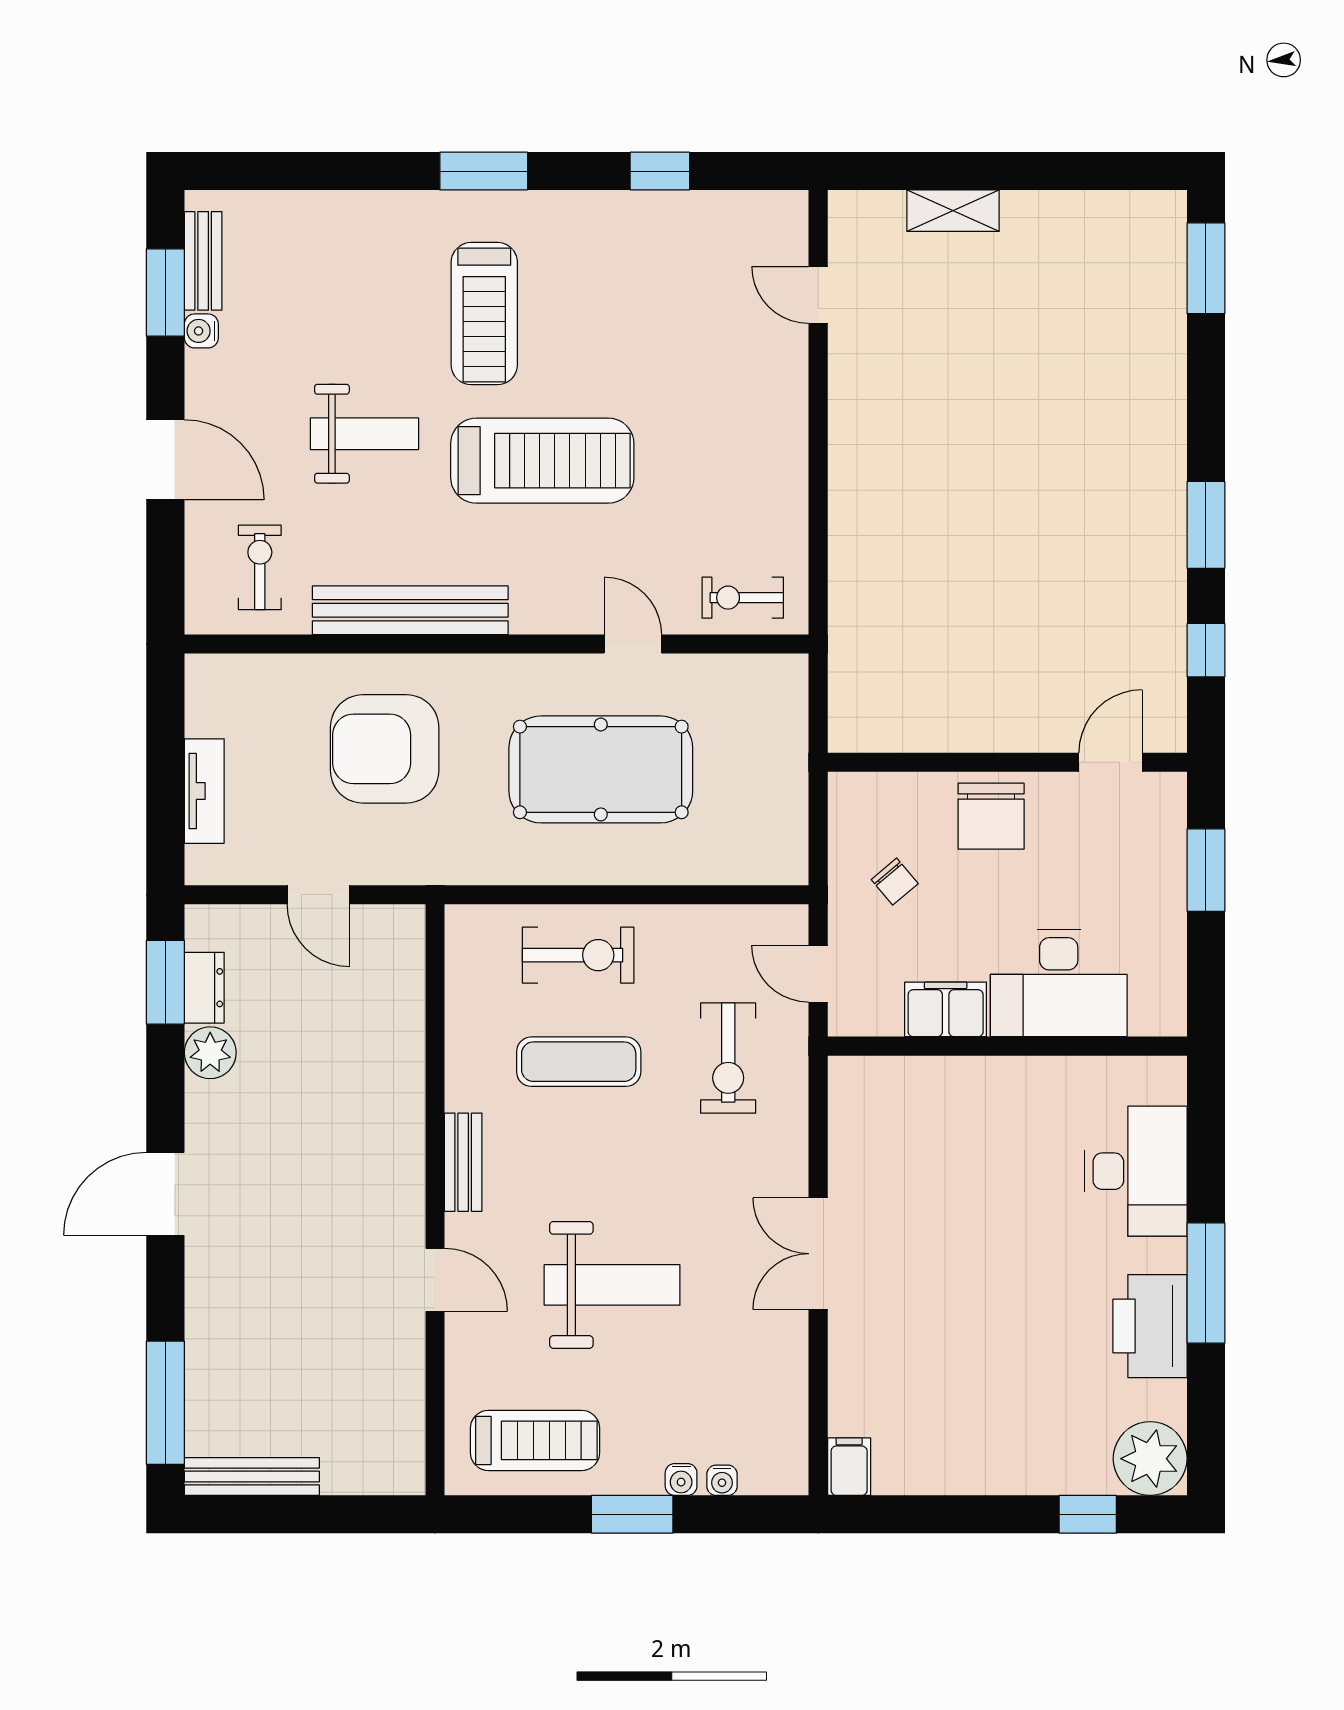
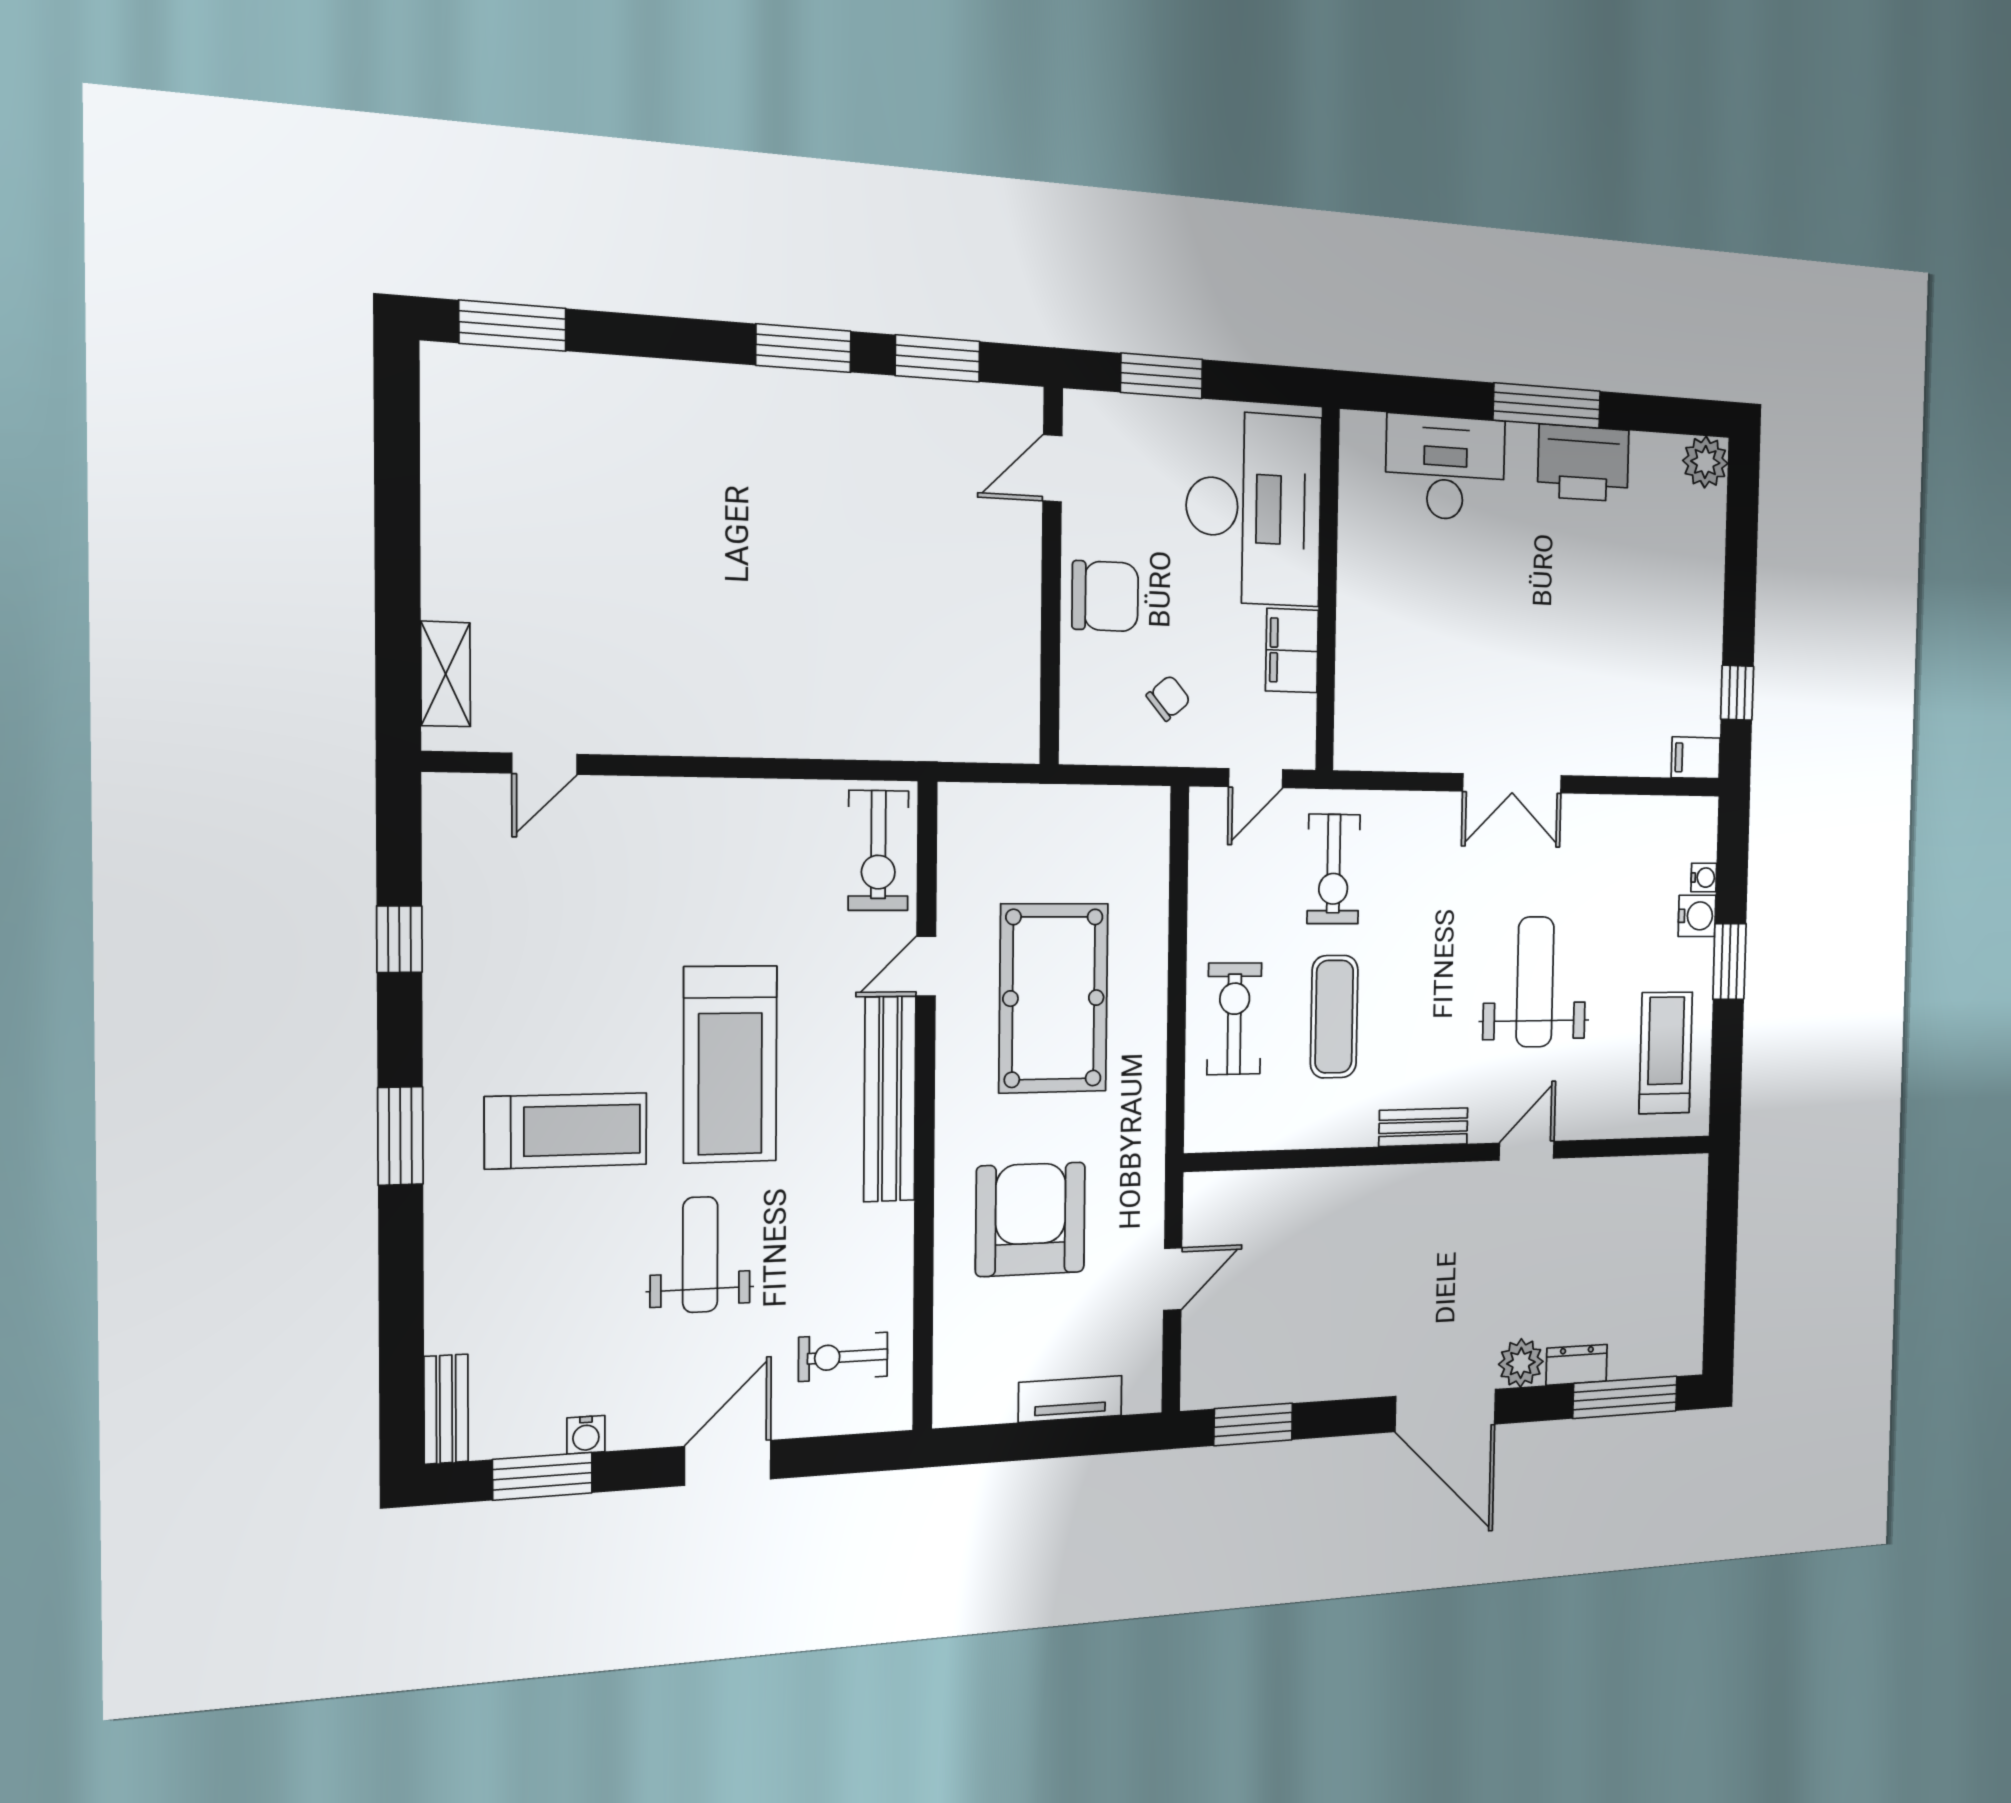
shelving: (953, 211) -> (446, 674), moved
bench: (203, 261) -> (446, 1409), moved, turned 90
treadmill: (542, 461) -> (730, 1064), turned 180
exercise bike: (743, 598) -> (878, 851), width x1.38, depth x1.39
bench: (410, 610) -> (890, 1099), moved
window: (1206, 650) -> (937, 359), width x1.50
armchair: (385, 749) -> (1030, 1219), turned 180
door: (1111, 762) -> (1052, 468), hinge flipped
desk: (1059, 983) -> (1254, 508), width x1.36, depth x1.30
dresser: (204, 988) -> (1577, 1365), moved
plant: (210, 1053) -> (1521, 1363), moved
exercise bike: (728, 1058) -> (1334, 869), turned 90
door: (165, 1194) -> (1446, 1410), width x1.36
plant: (1150, 1459) -> (1705, 462), width x0.73, depth x0.73
bench: (252, 1476) -> (1688, 1314), removed
water cooler: (681, 1479) -> (1697, 916), width x1.38, depth x1.38
window: (1088, 1514) -> (1737, 693), moved

